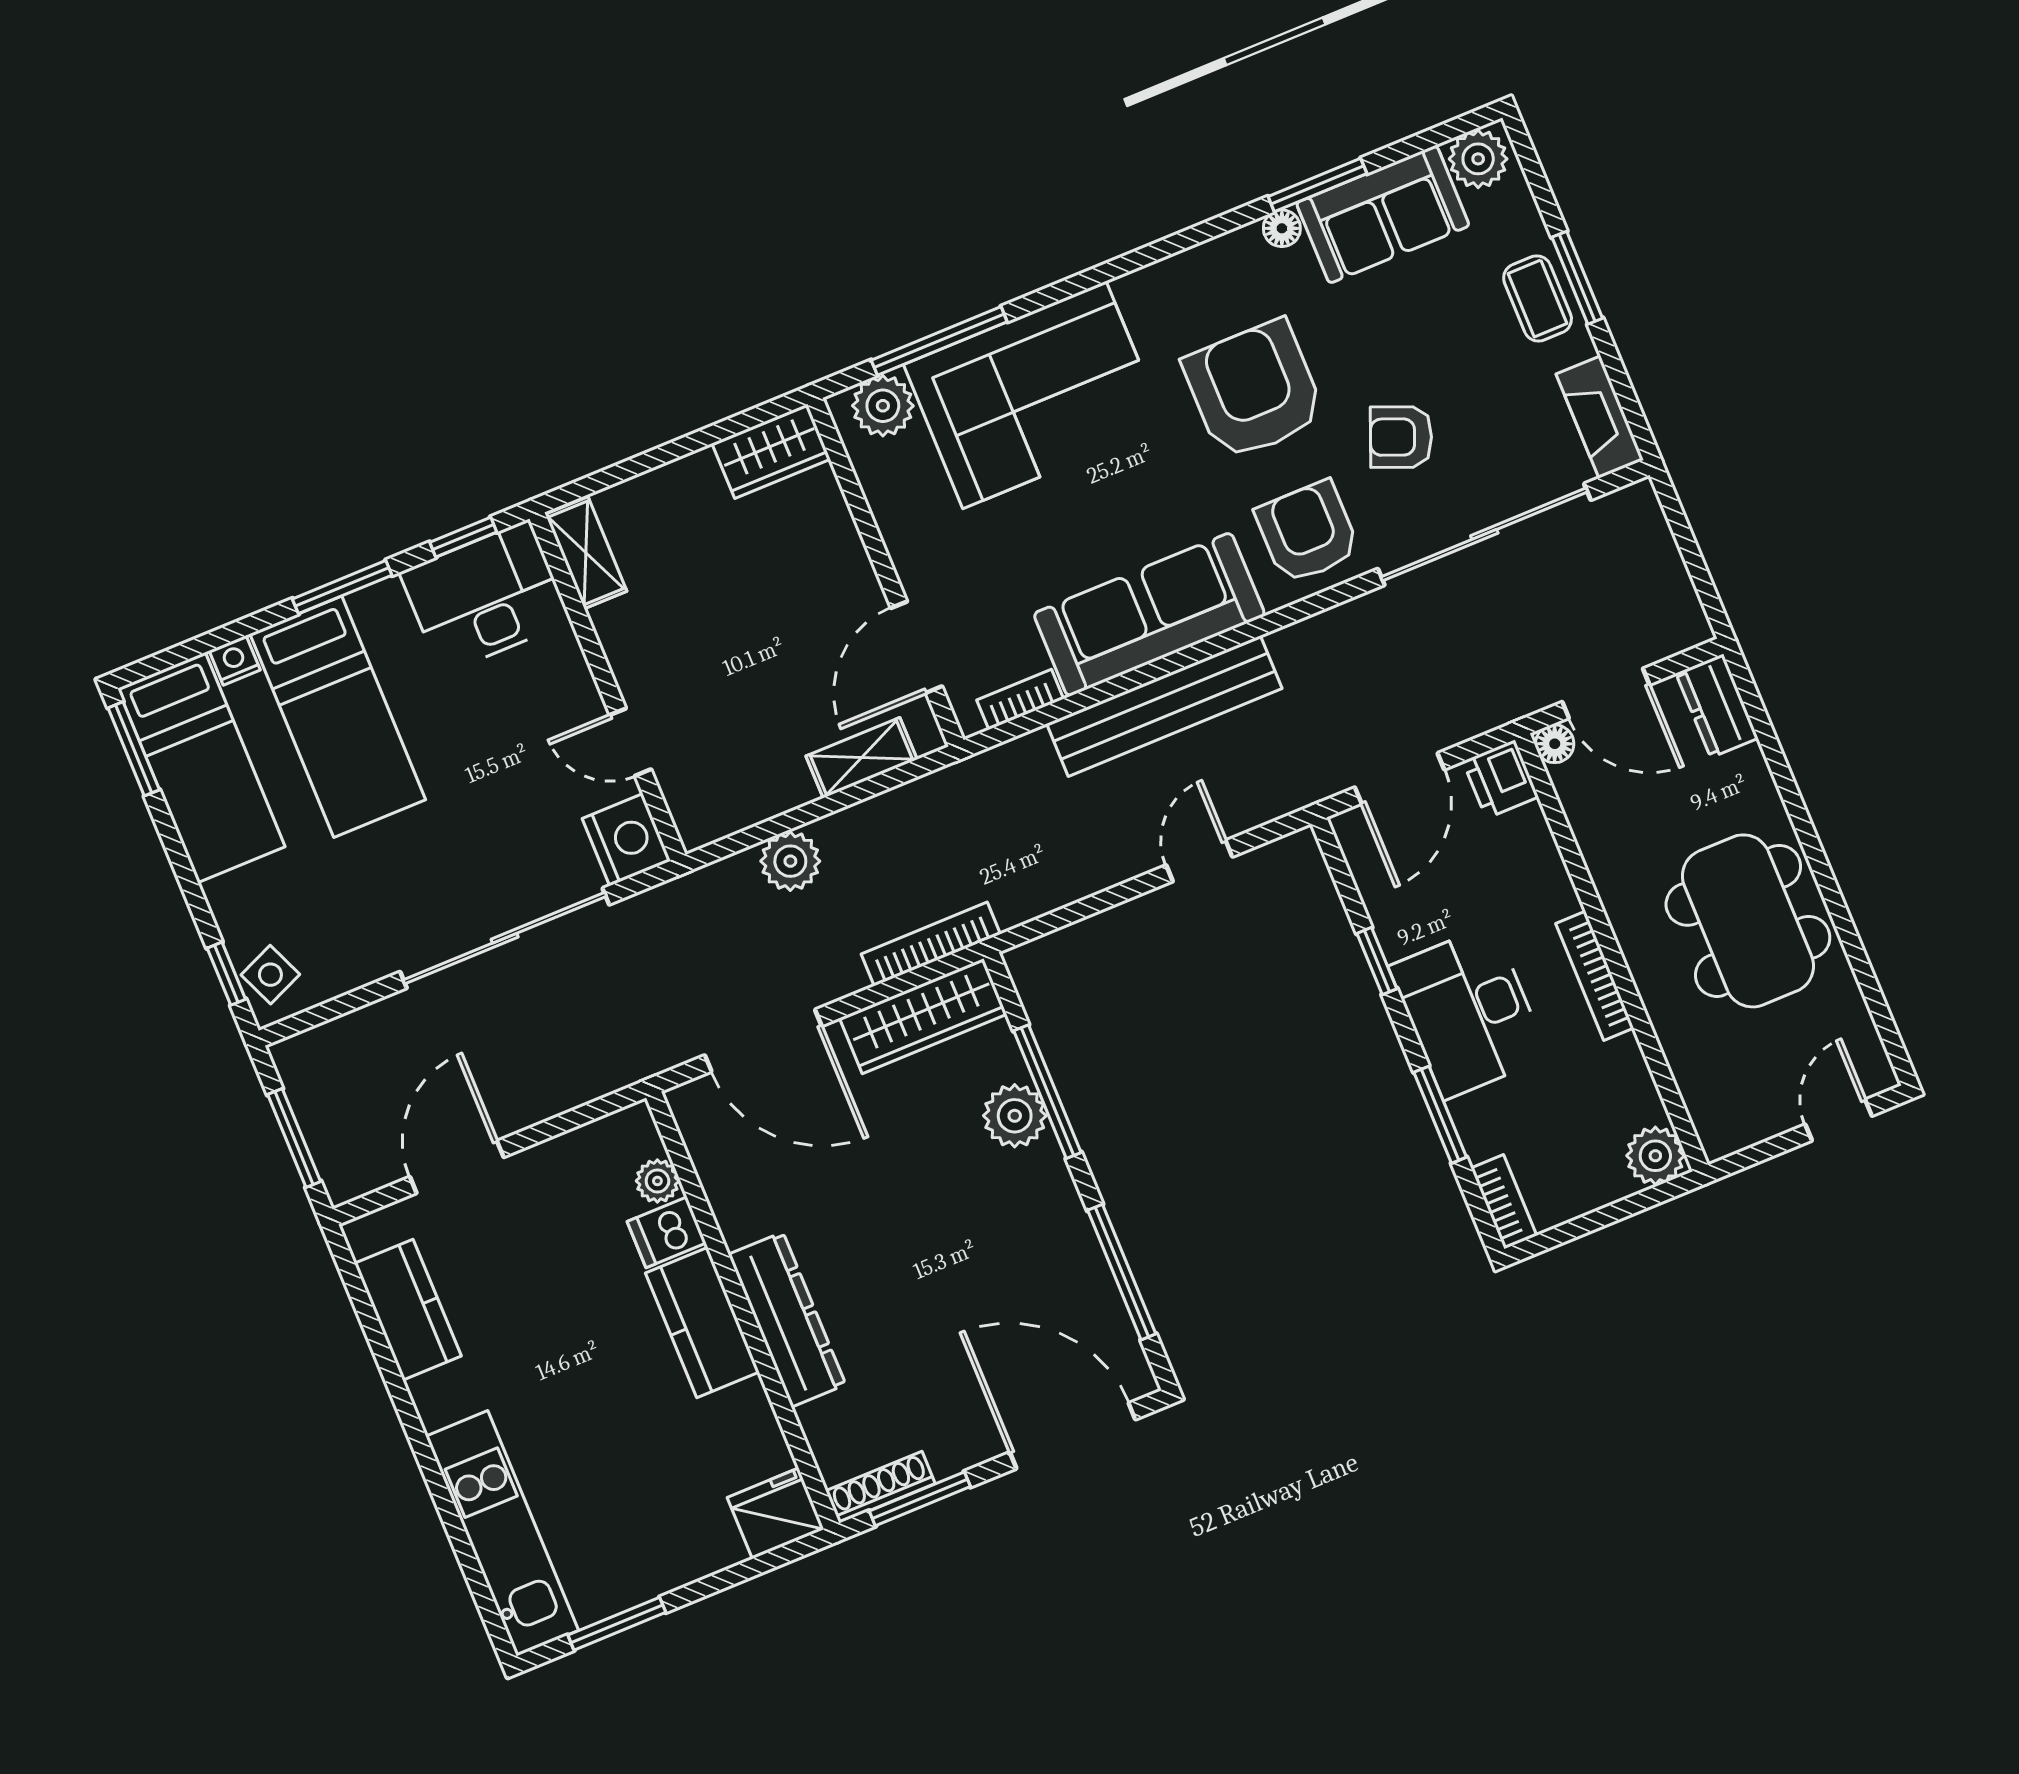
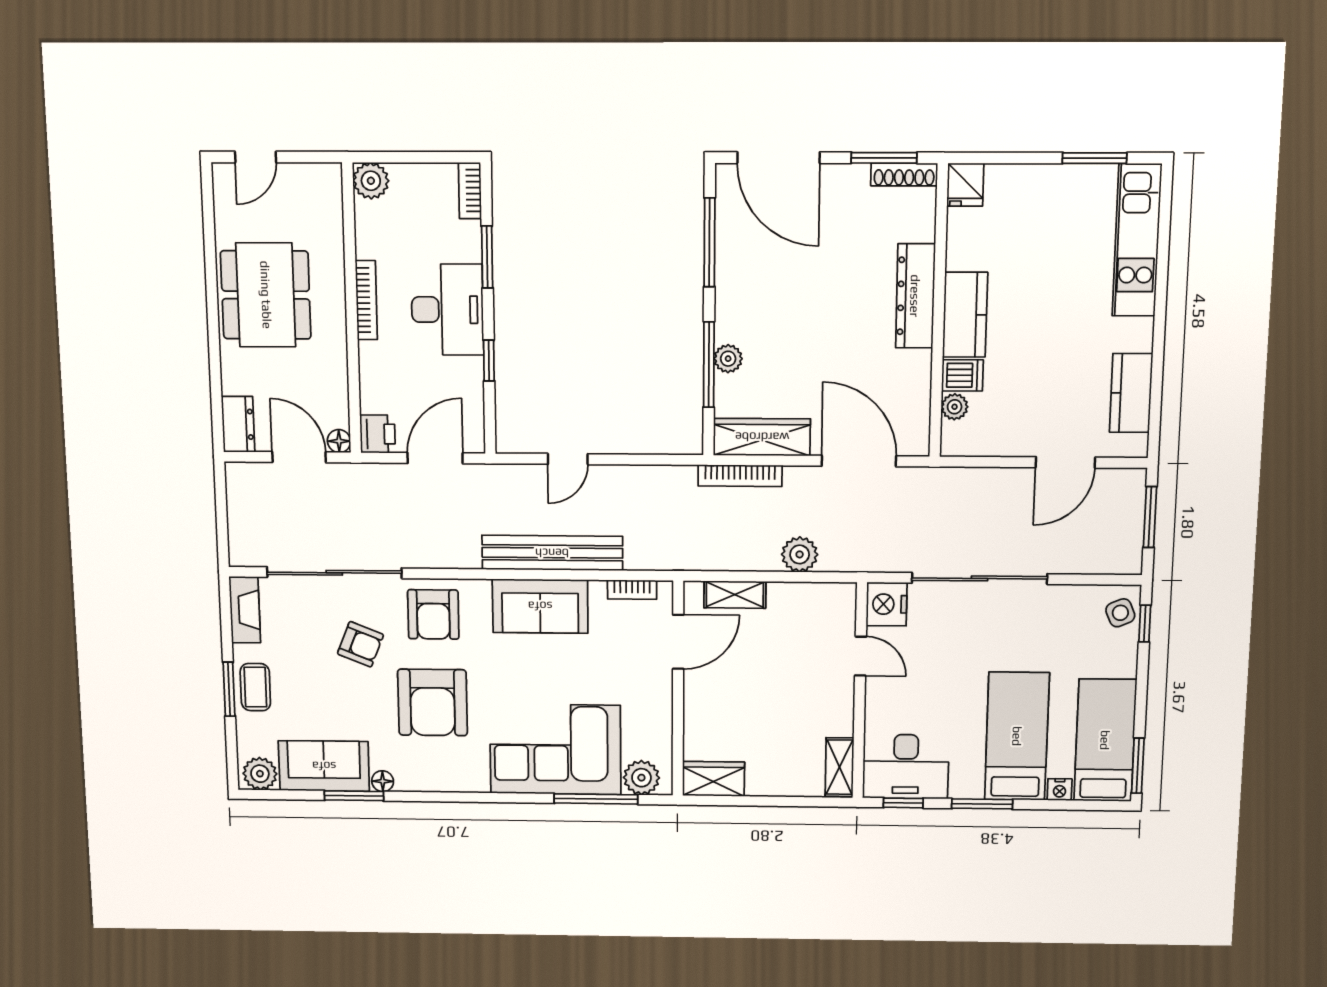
sofa: (1149, 615) -> (540, 606), width x0.73
plant: (1015, 1116) -> (728, 359), width x0.73, depth x0.73
fridge: (776, 1513) -> (965, 185), width x0.72

